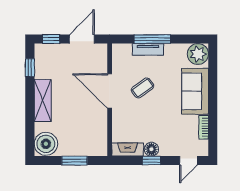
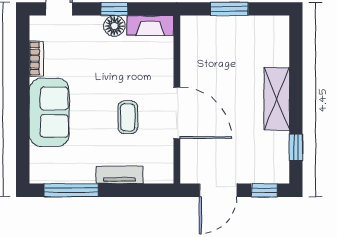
window: (152, 39) -> (71, 190), moved
plant: (198, 54) -> (45, 168), removed
coffee table: (143, 88) -> (128, 117), turned -54
boiler: (46, 144) -> (272, 34), removed

